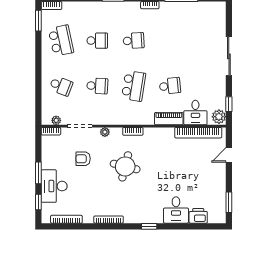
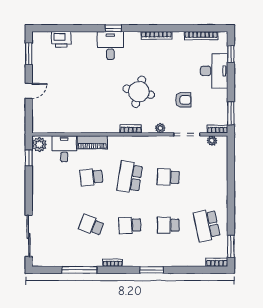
sliding door: (229, 56) -> (29, 236), moved
school desk: (61, 86) -> (91, 225), moved
bookcase: (198, 133) -> (61, 128), removed
door: (229, 155) -> (29, 91), moved
window: (38, 173) -> (231, 113), moved
desk: (176, 210) -> (110, 45), moved

